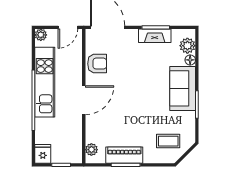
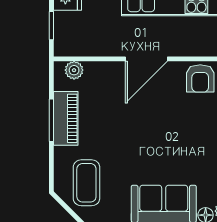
door: (84, 100) -> (146, 59), hinge flipped
coffee table: (168, 141) -> (86, 183), width x1.36, depth x1.30

